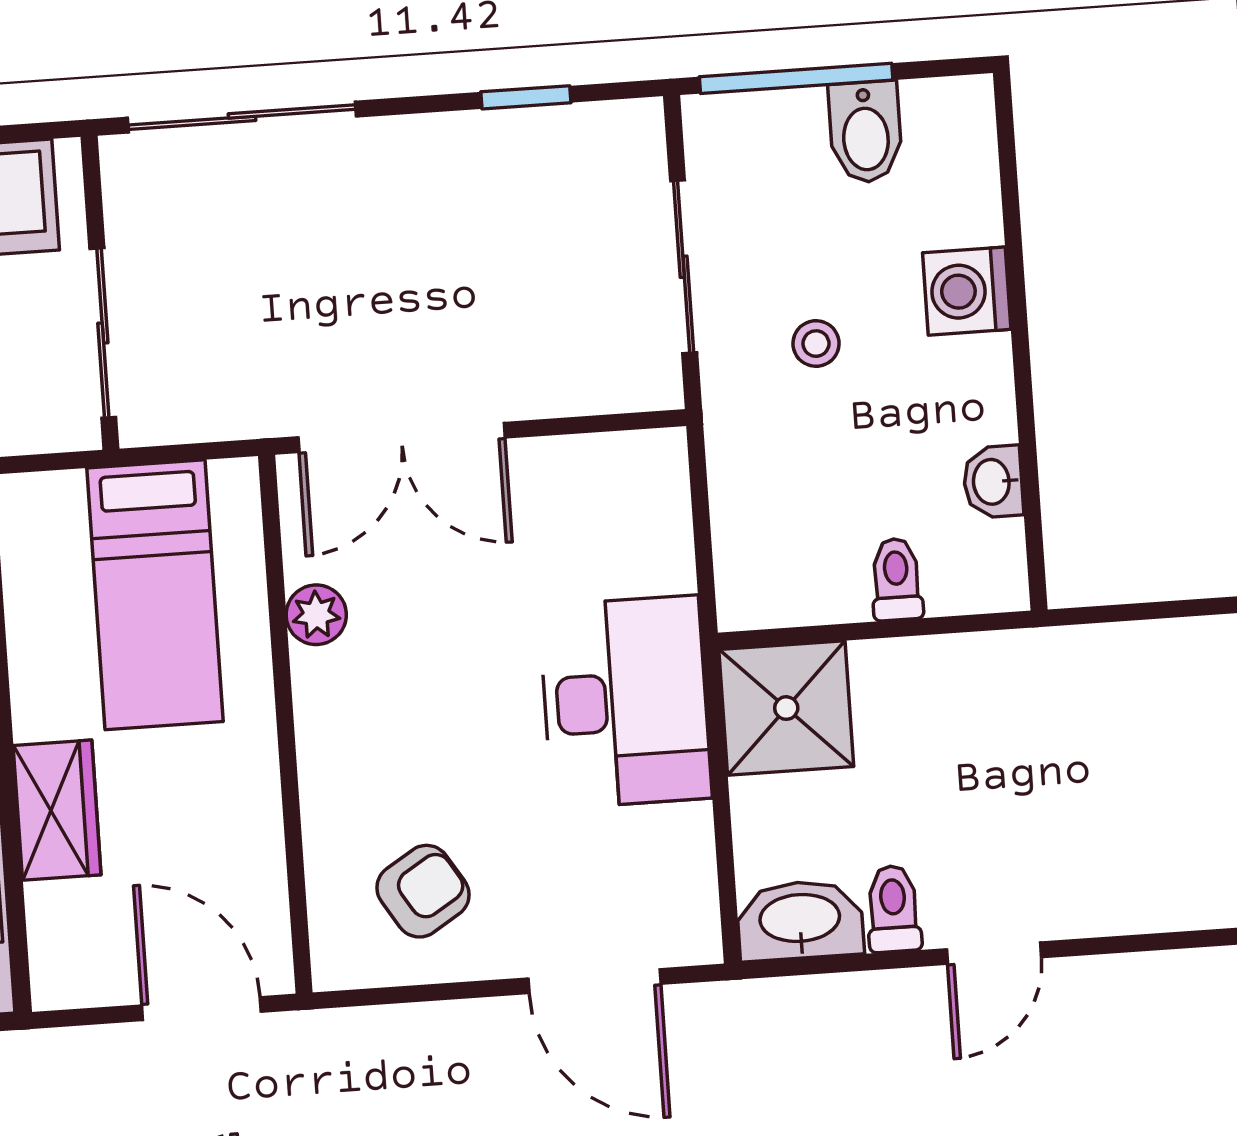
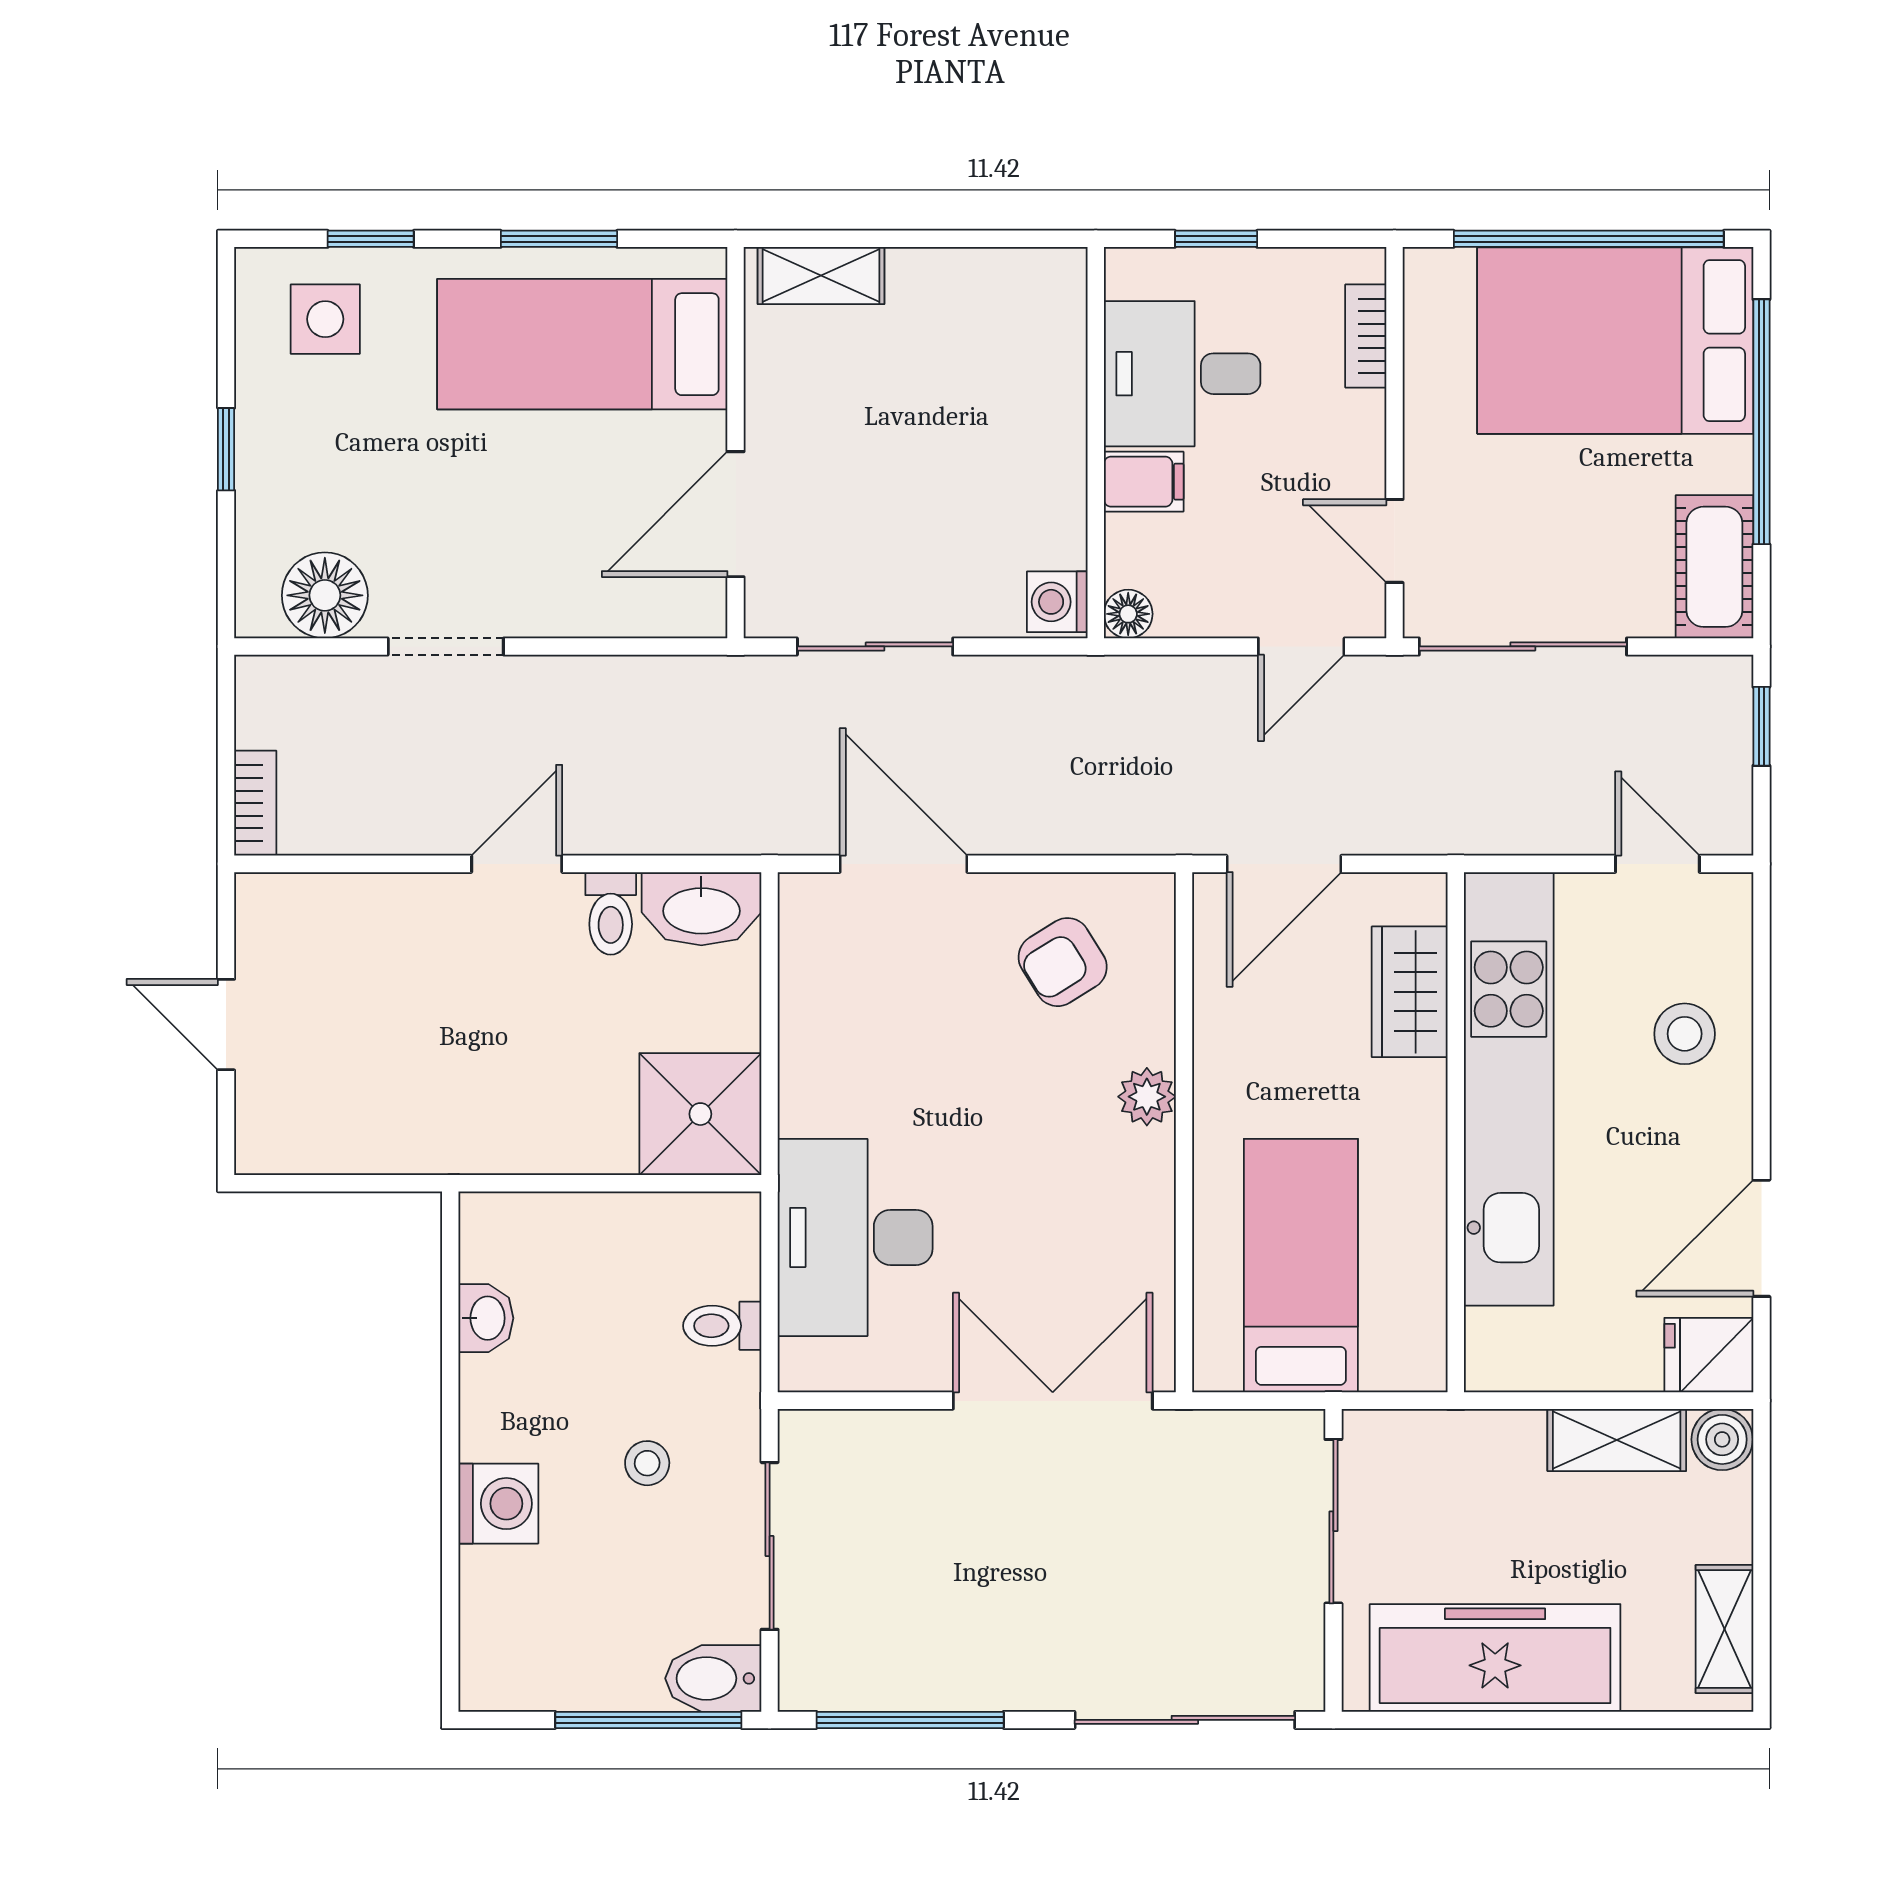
window: (526, 97) -> (910, 1720), width x2.17
bidet: (865, 132) -> (713, 1678), moved, turned -90
toilet: (896, 579) -> (722, 1326), moved, turned 90
plant: (316, 615) -> (1147, 1097), moved
desk: (625, 702) -> (855, 1237), moved
wardrobe: (57, 810) -> (1410, 992), moved
door: (201, 1009) -> (1284, 864), hinge flipped

